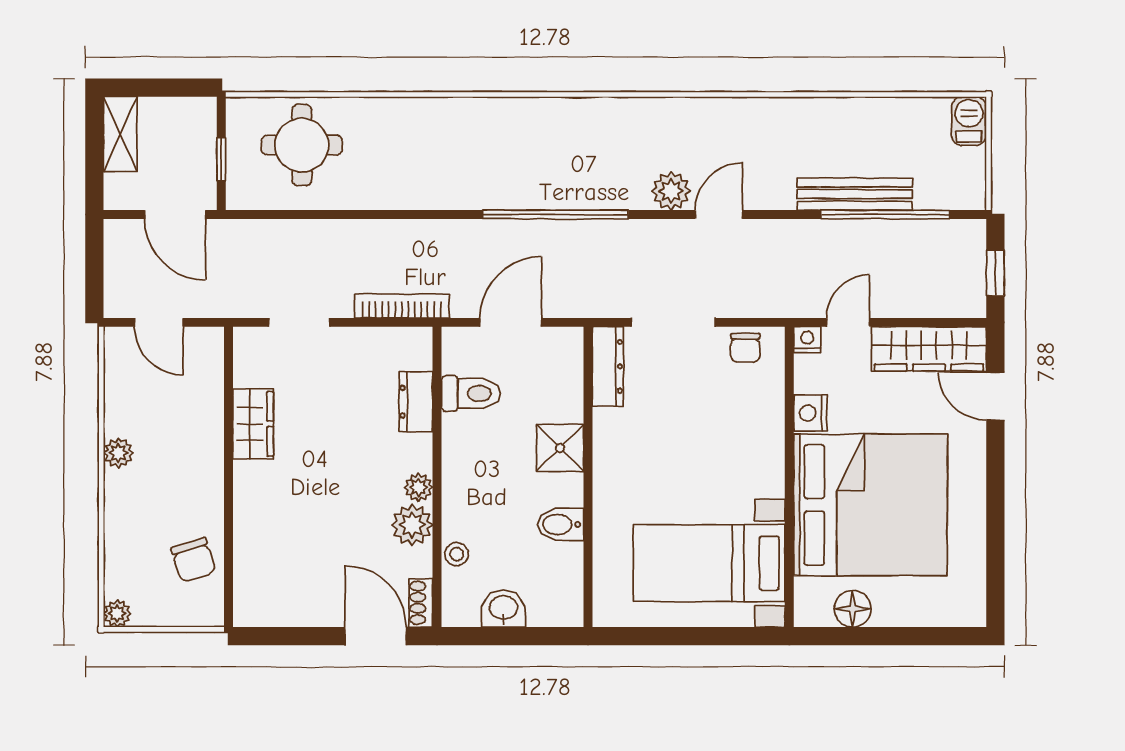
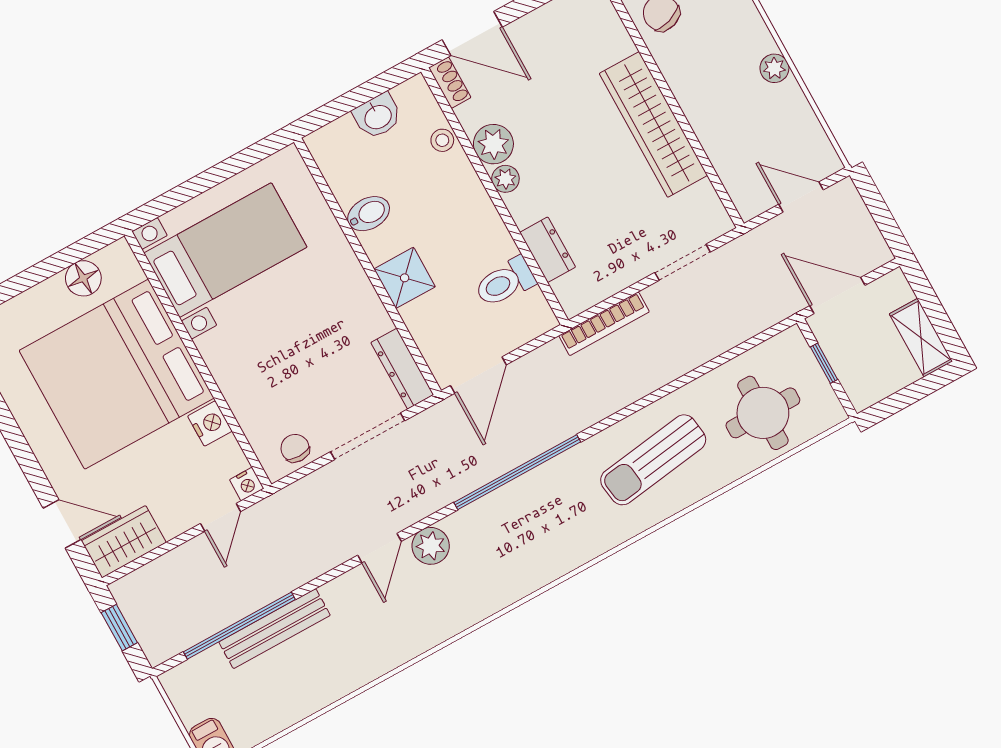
sun lounger: (425, 157) -> (653, 460), added
door: (511, 322) -> (478, 375), moved
wardrobe: (929, 349) -> (124, 542), width x0.67
wardrobe: (253, 424) -> (653, 124), width x2.10, depth x1.17

